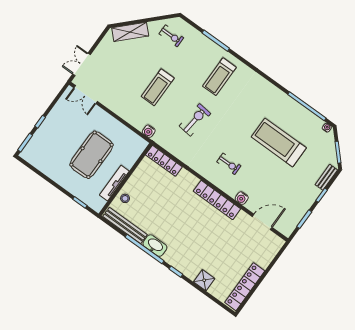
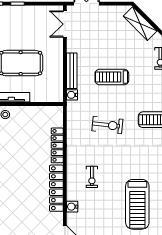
bench: (129, 117) -> (72, 71), added
treadmill: (279, 142) -> (137, 204), turned 180
locker: (164, 161) -> (57, 145), moved

